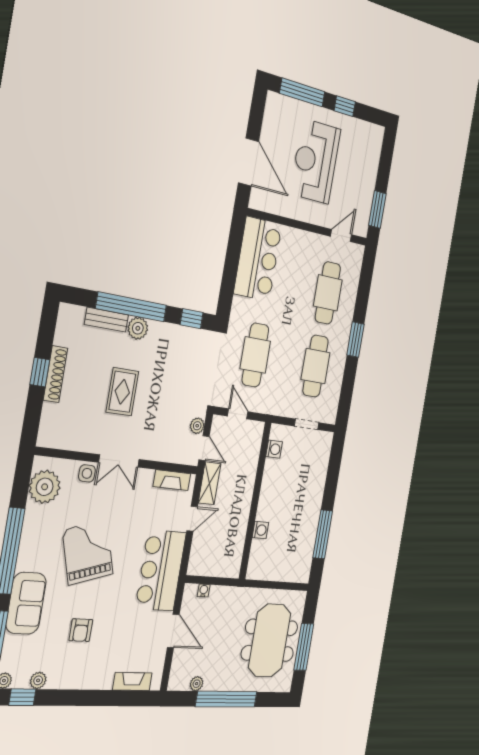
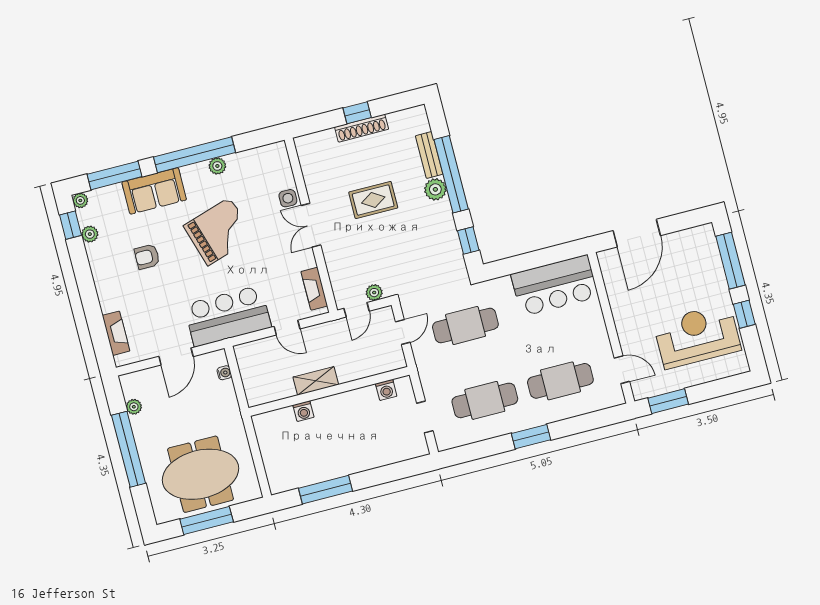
reception desk: (315, 161) -> (697, 336), moved
shelving: (210, 483) -> (316, 381), moved
plant: (45, 487) -> (217, 166), moved, width x0.53, depth x0.53

